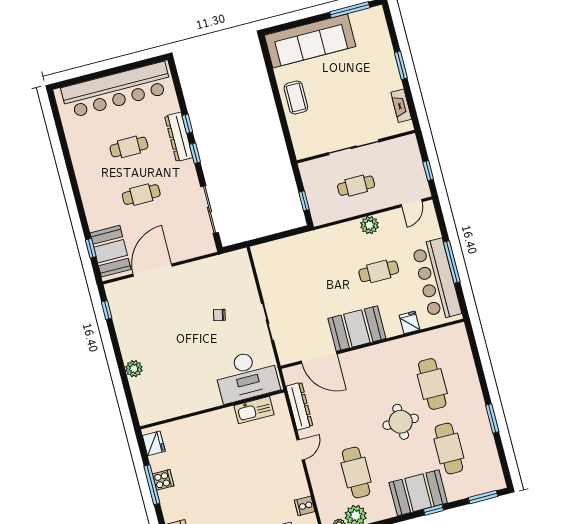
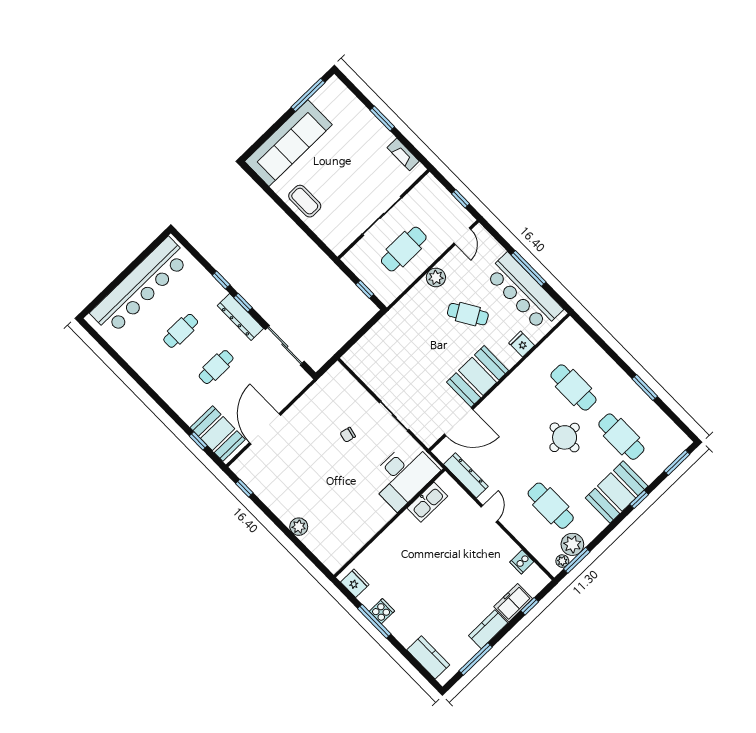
dresser: (179, 137) -> (240, 317), moved
cafe table: (356, 186) -> (404, 249), width x1.37, depth x1.35
cafe table: (379, 271) -> (468, 314), turned 59

